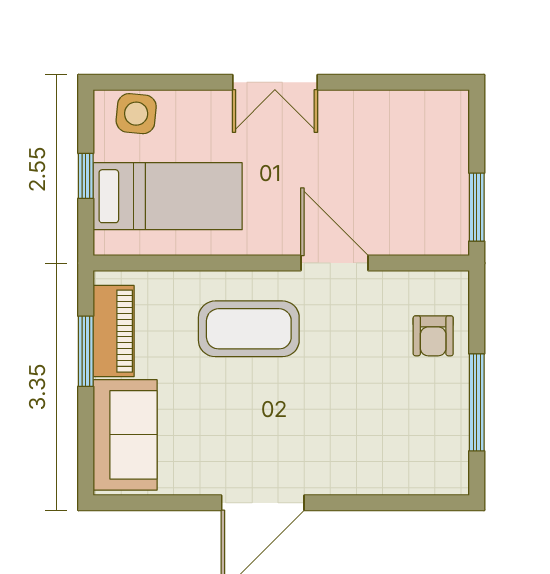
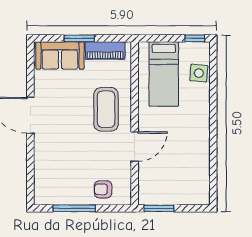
double door: (275, 82) -> (213, 121), removed
side table: (136, 114) -> (199, 73), moved
window: (86, 176) -> (195, 38), moved
window: (86, 351) -> (79, 38), moved

